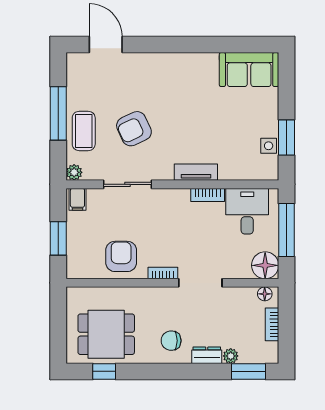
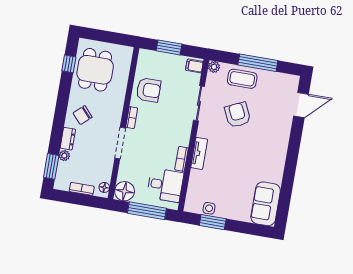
chair: (171, 341) -> (83, 115), turned -132

